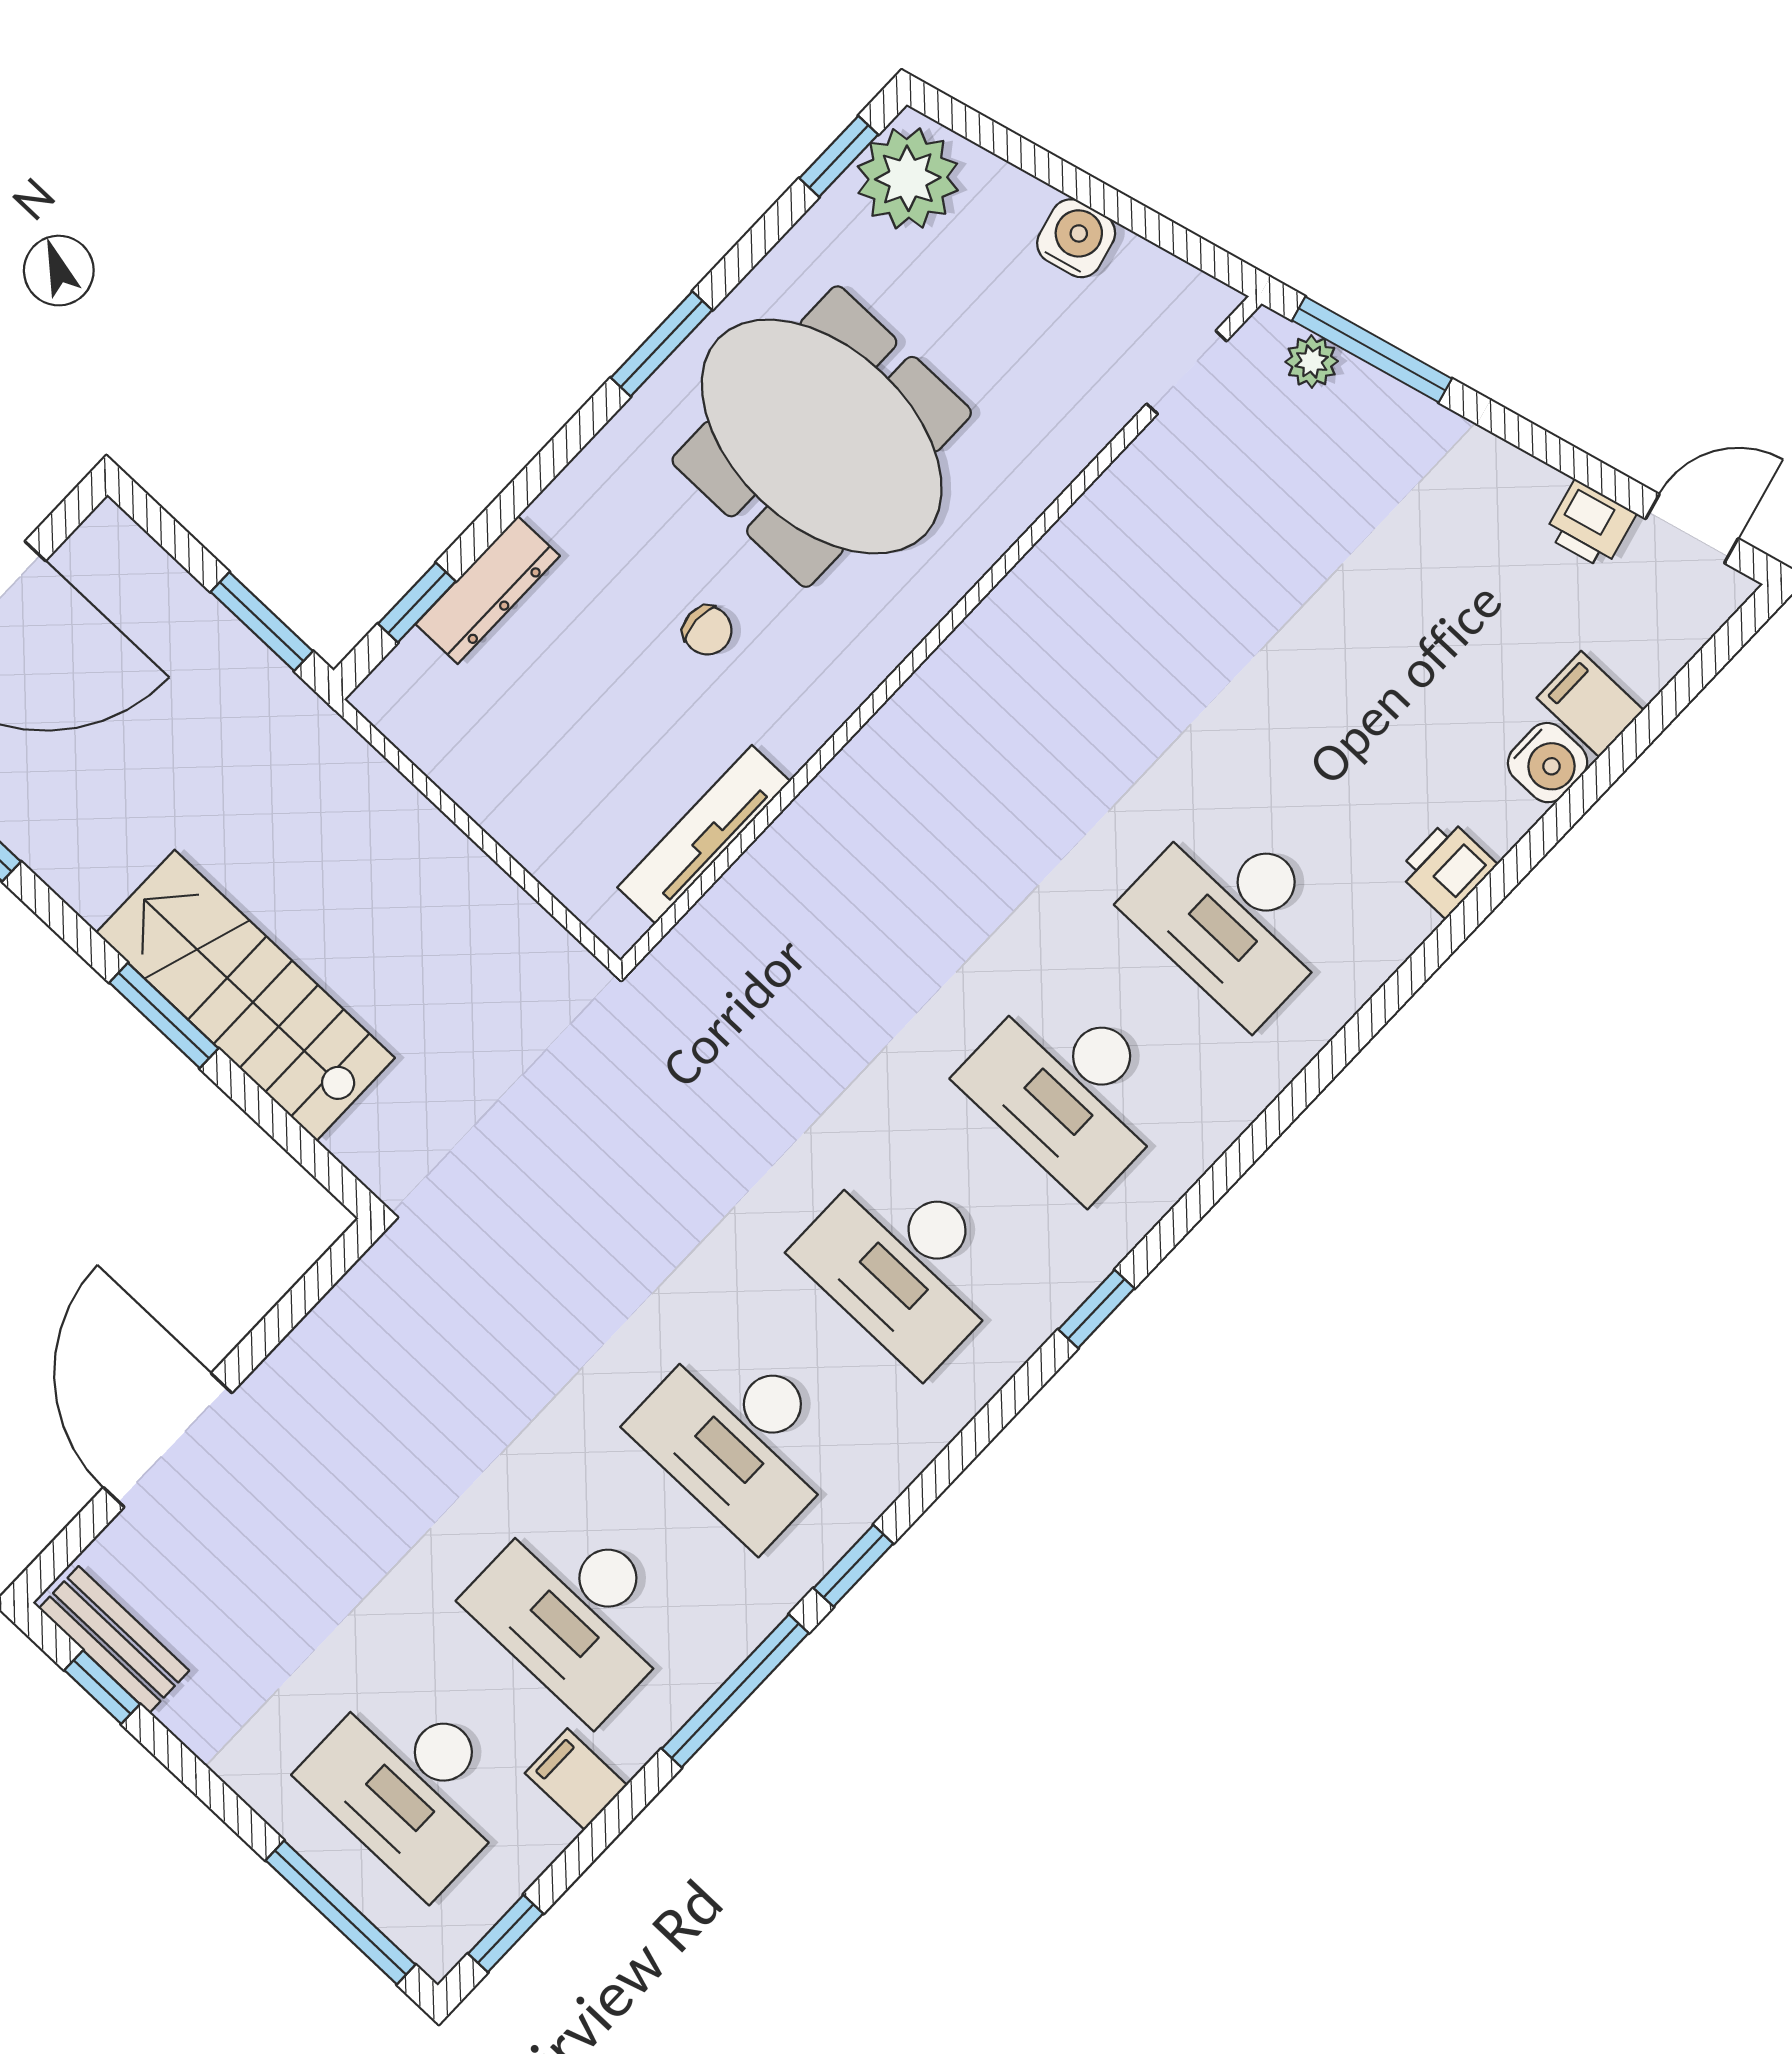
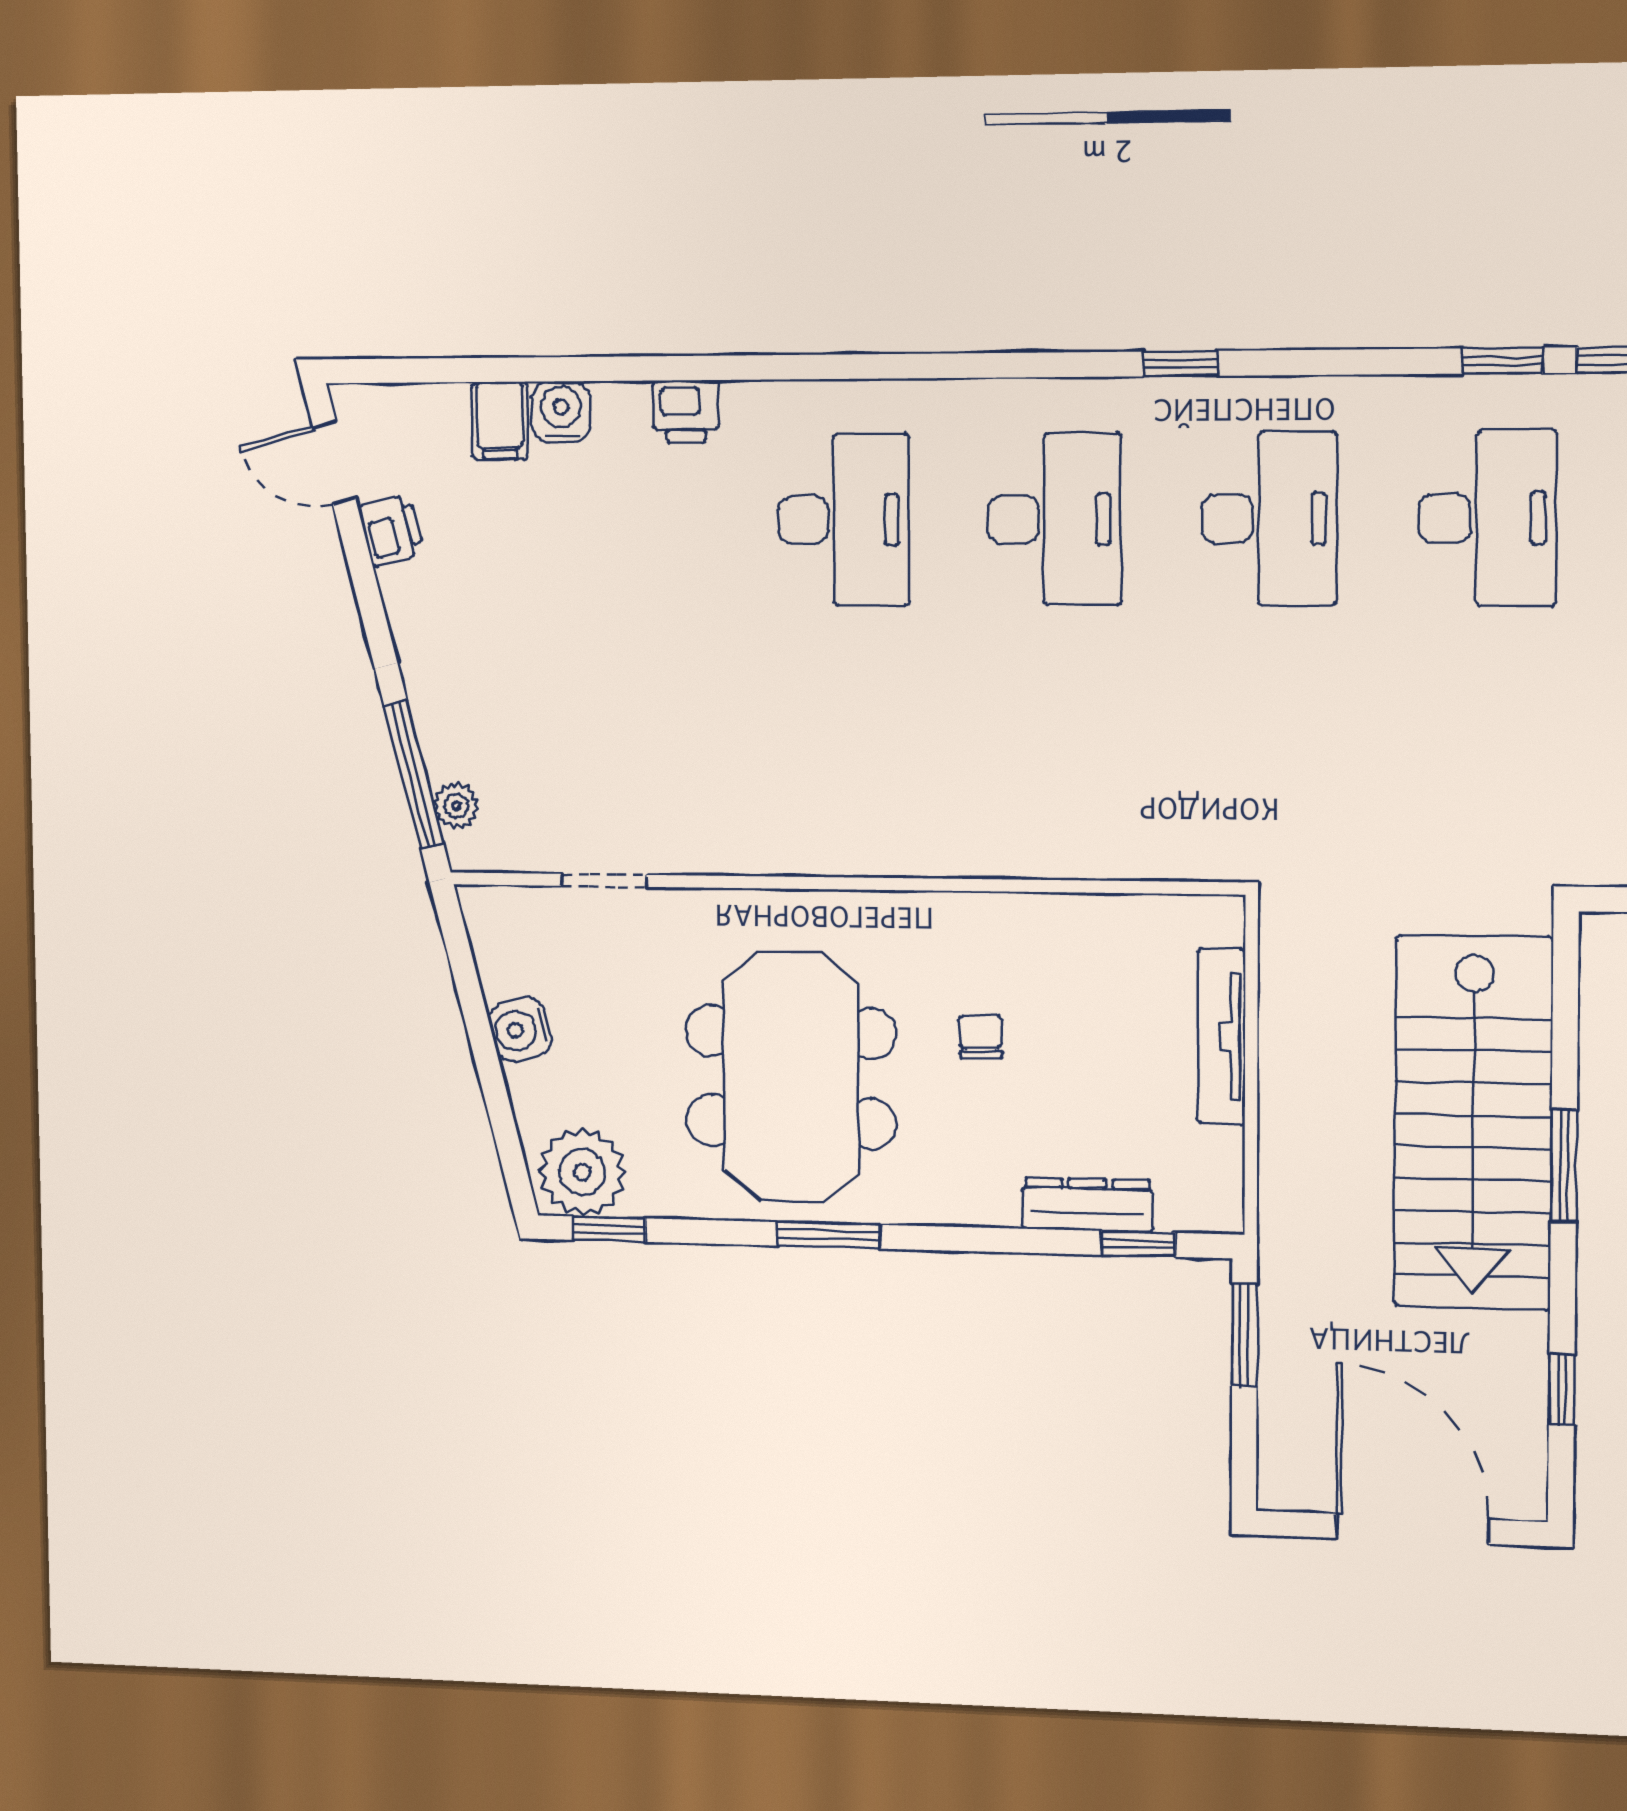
doorway: (1187, 372) -> (604, 880), moved
tv unit: (704, 834) -> (1222, 1037), moved, turned 90
stairs: (246, 995) -> (1473, 1123), width x1.36, depth x1.51

